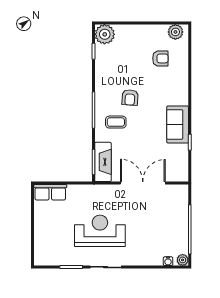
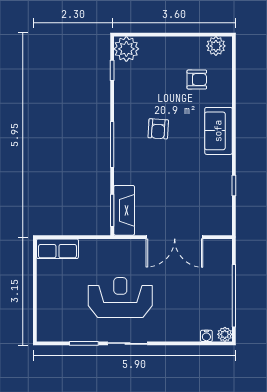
coffee table: (116, 122) -> (140, 160), removed
sofa: (178, 124) -> (218, 131), moved
double door: (143, 183) -> (175, 237), swing flipped

